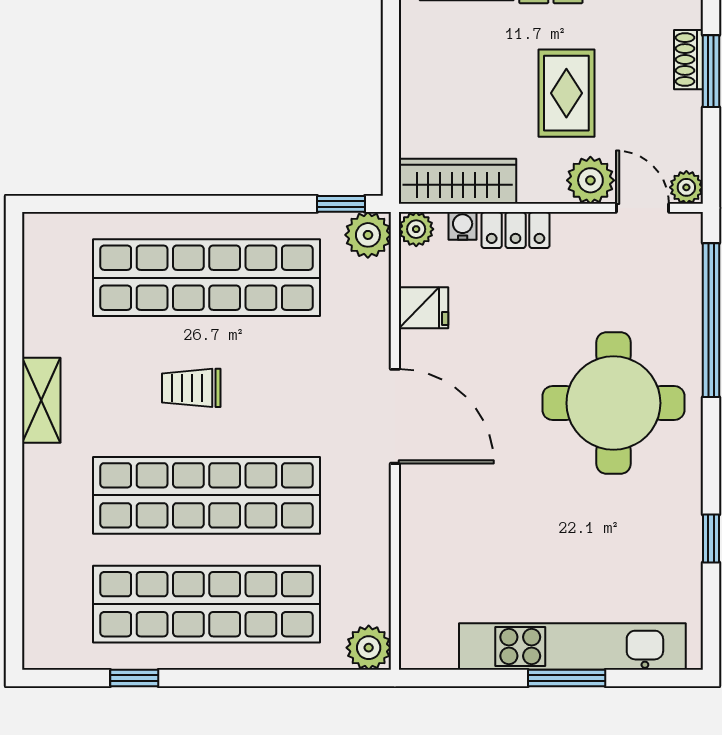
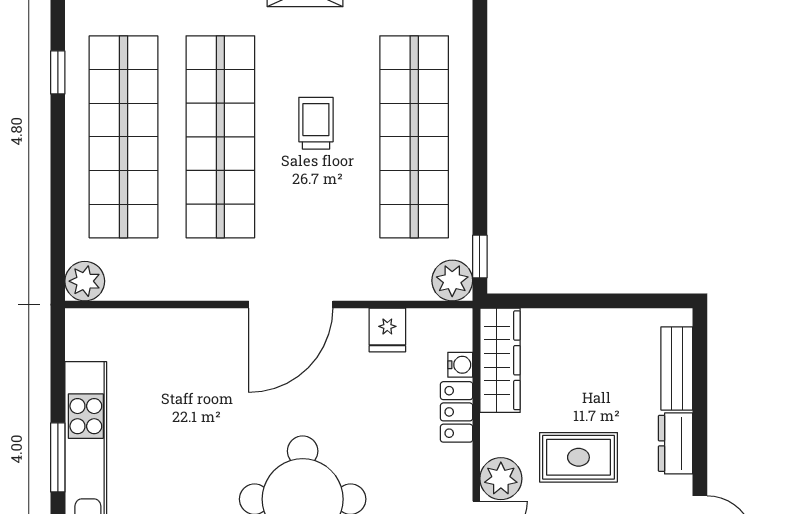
plant: (416, 229) -> (457, 323), removed

